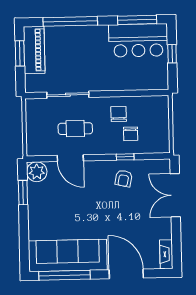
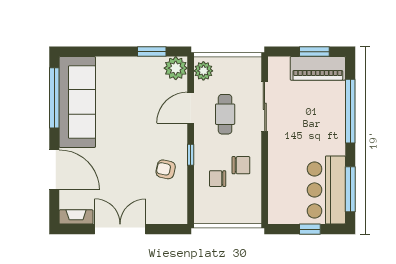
plant: (39, 148) -> (203, 71), added
window: (125, 157) -> (191, 155), moved
double door: (175, 195) -> (120, 229), moved
door: (126, 274) -> (54, 170), hinge flipped

